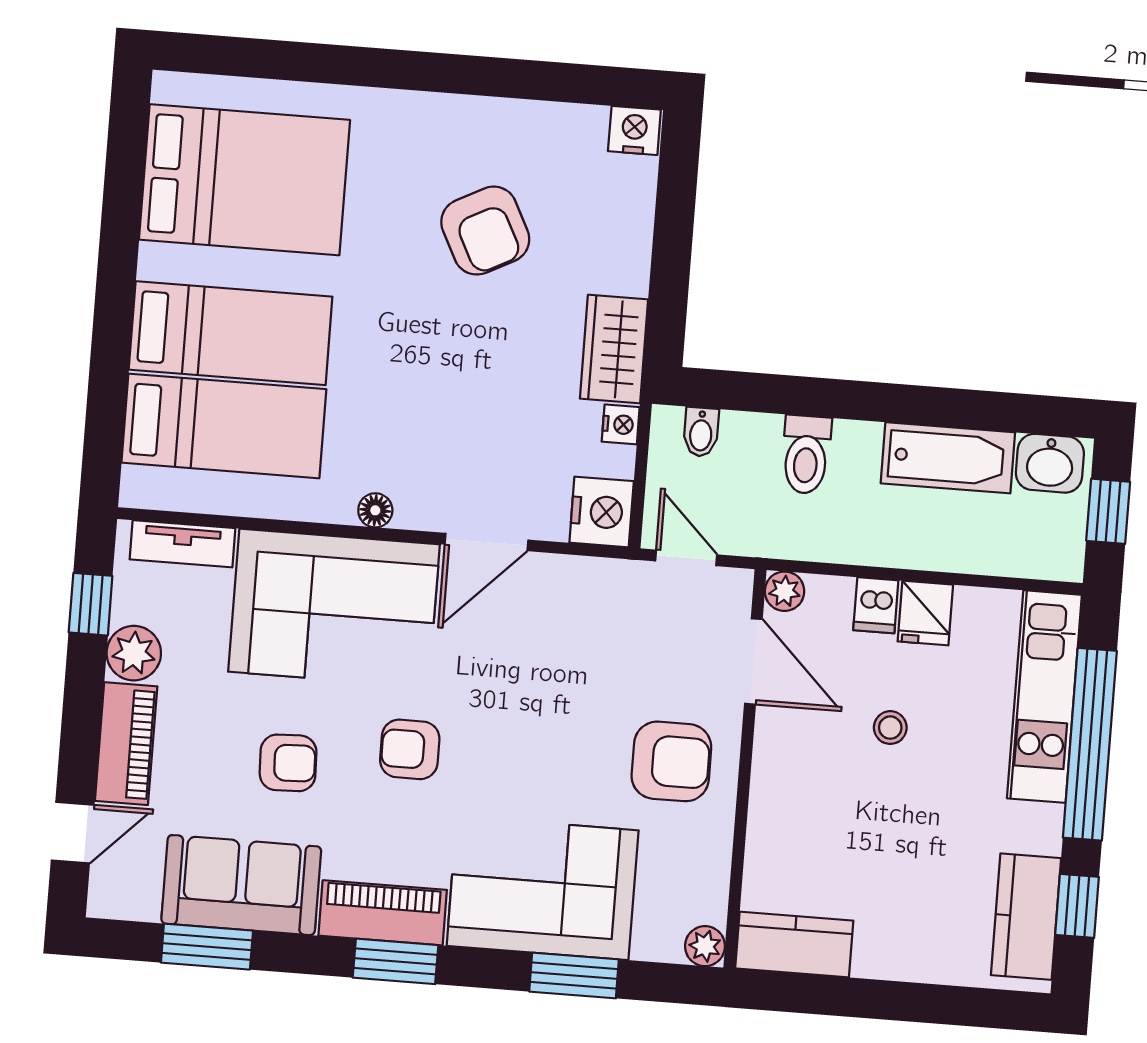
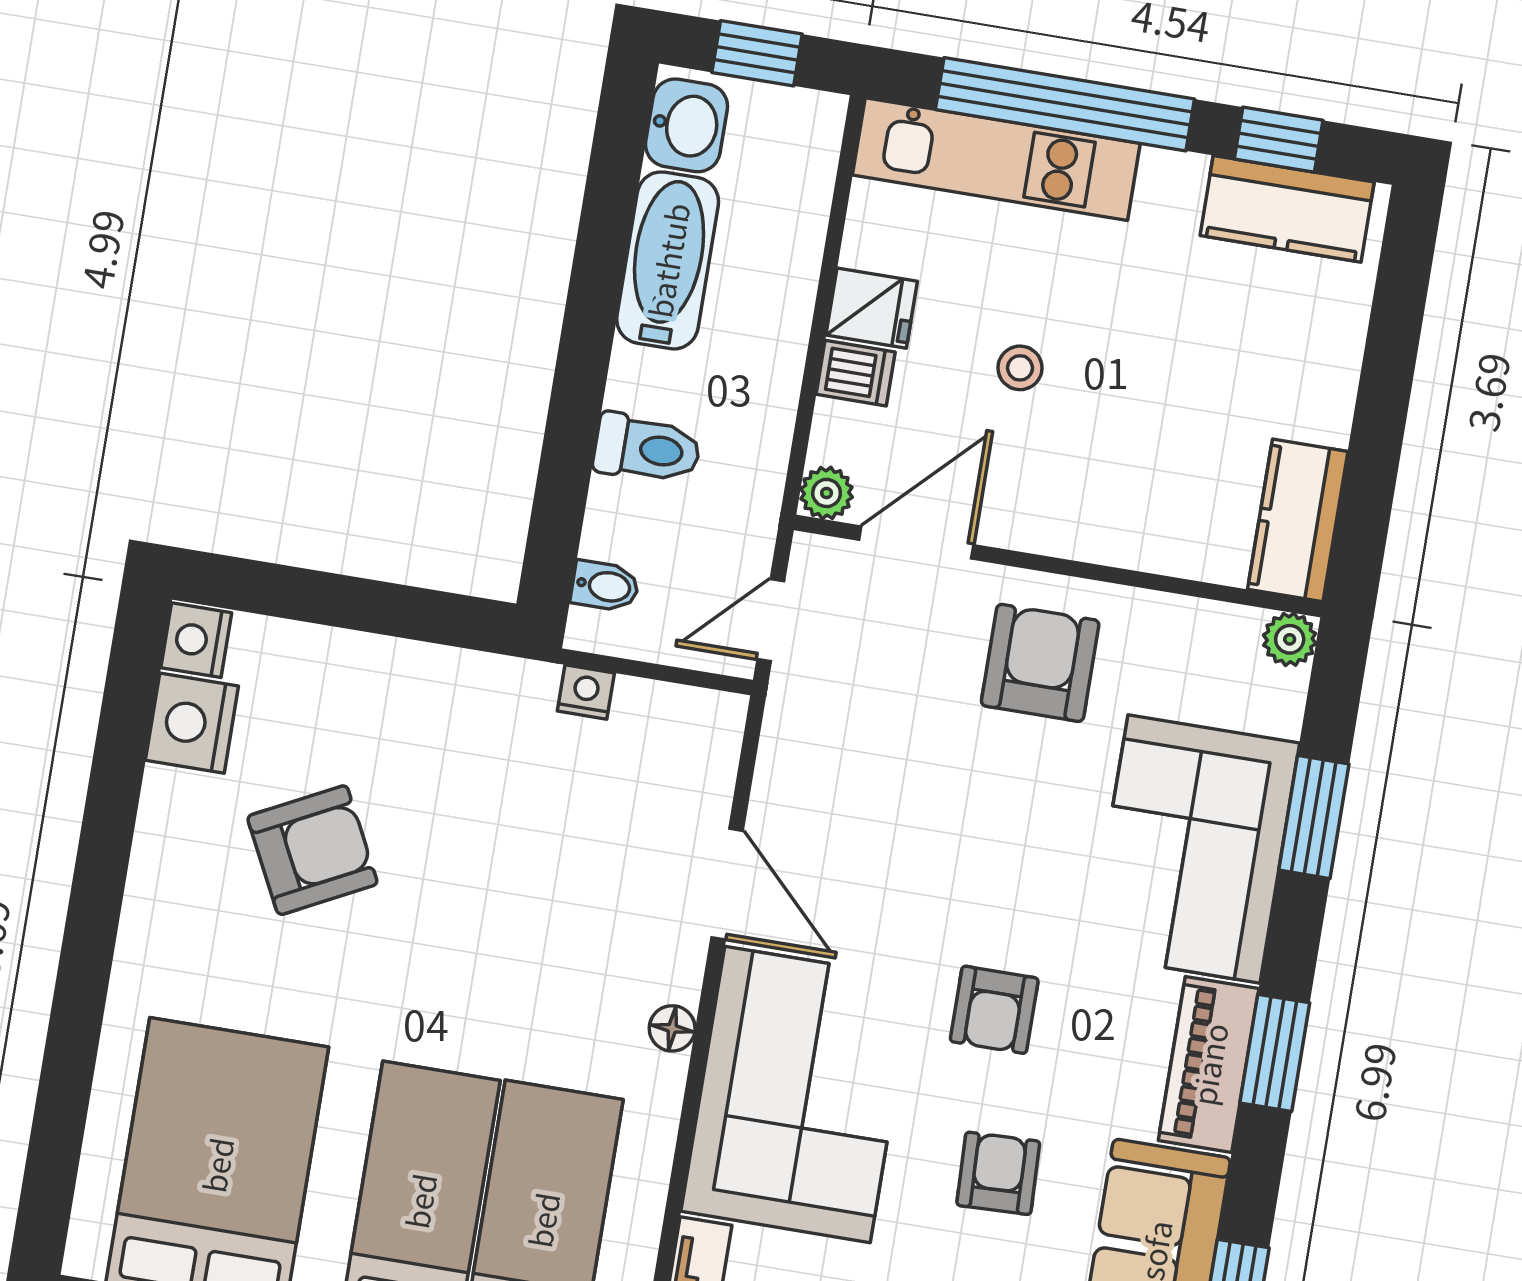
wardrobe: (614, 349) -> (485, 692), removed
nightstand: (602, 512) -> (192, 723), moved, turned -90

